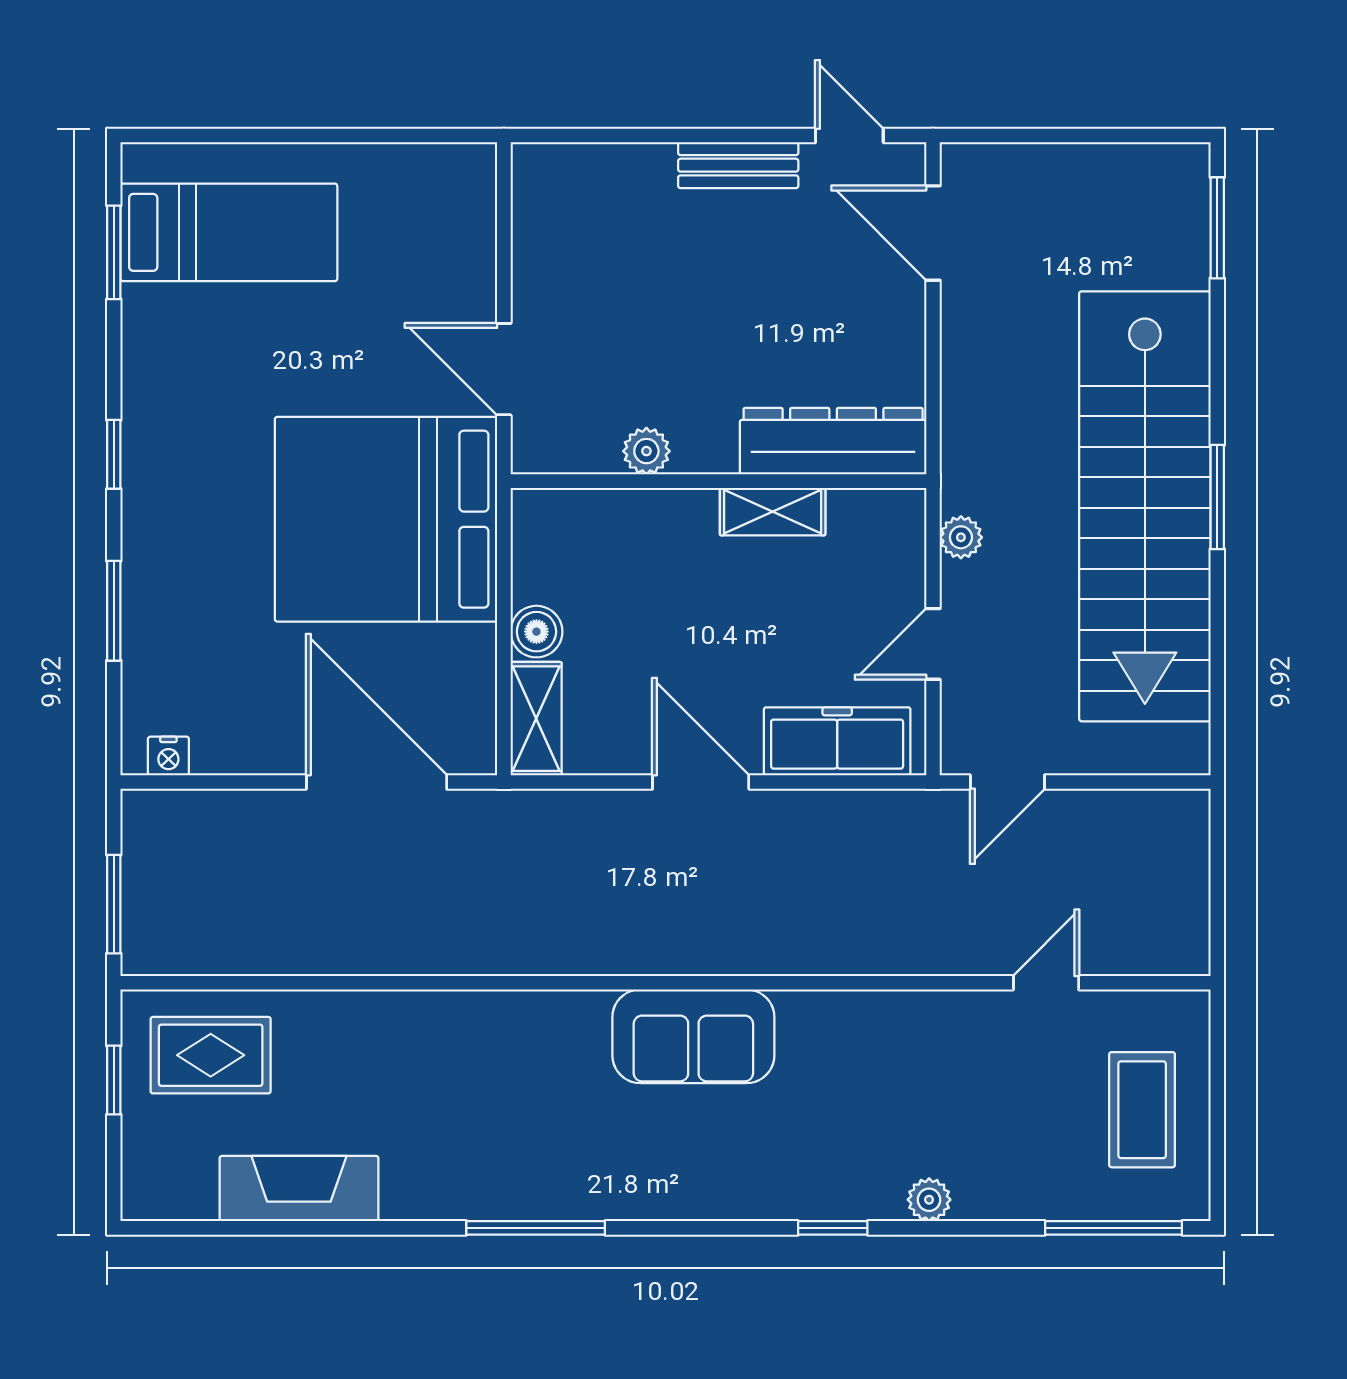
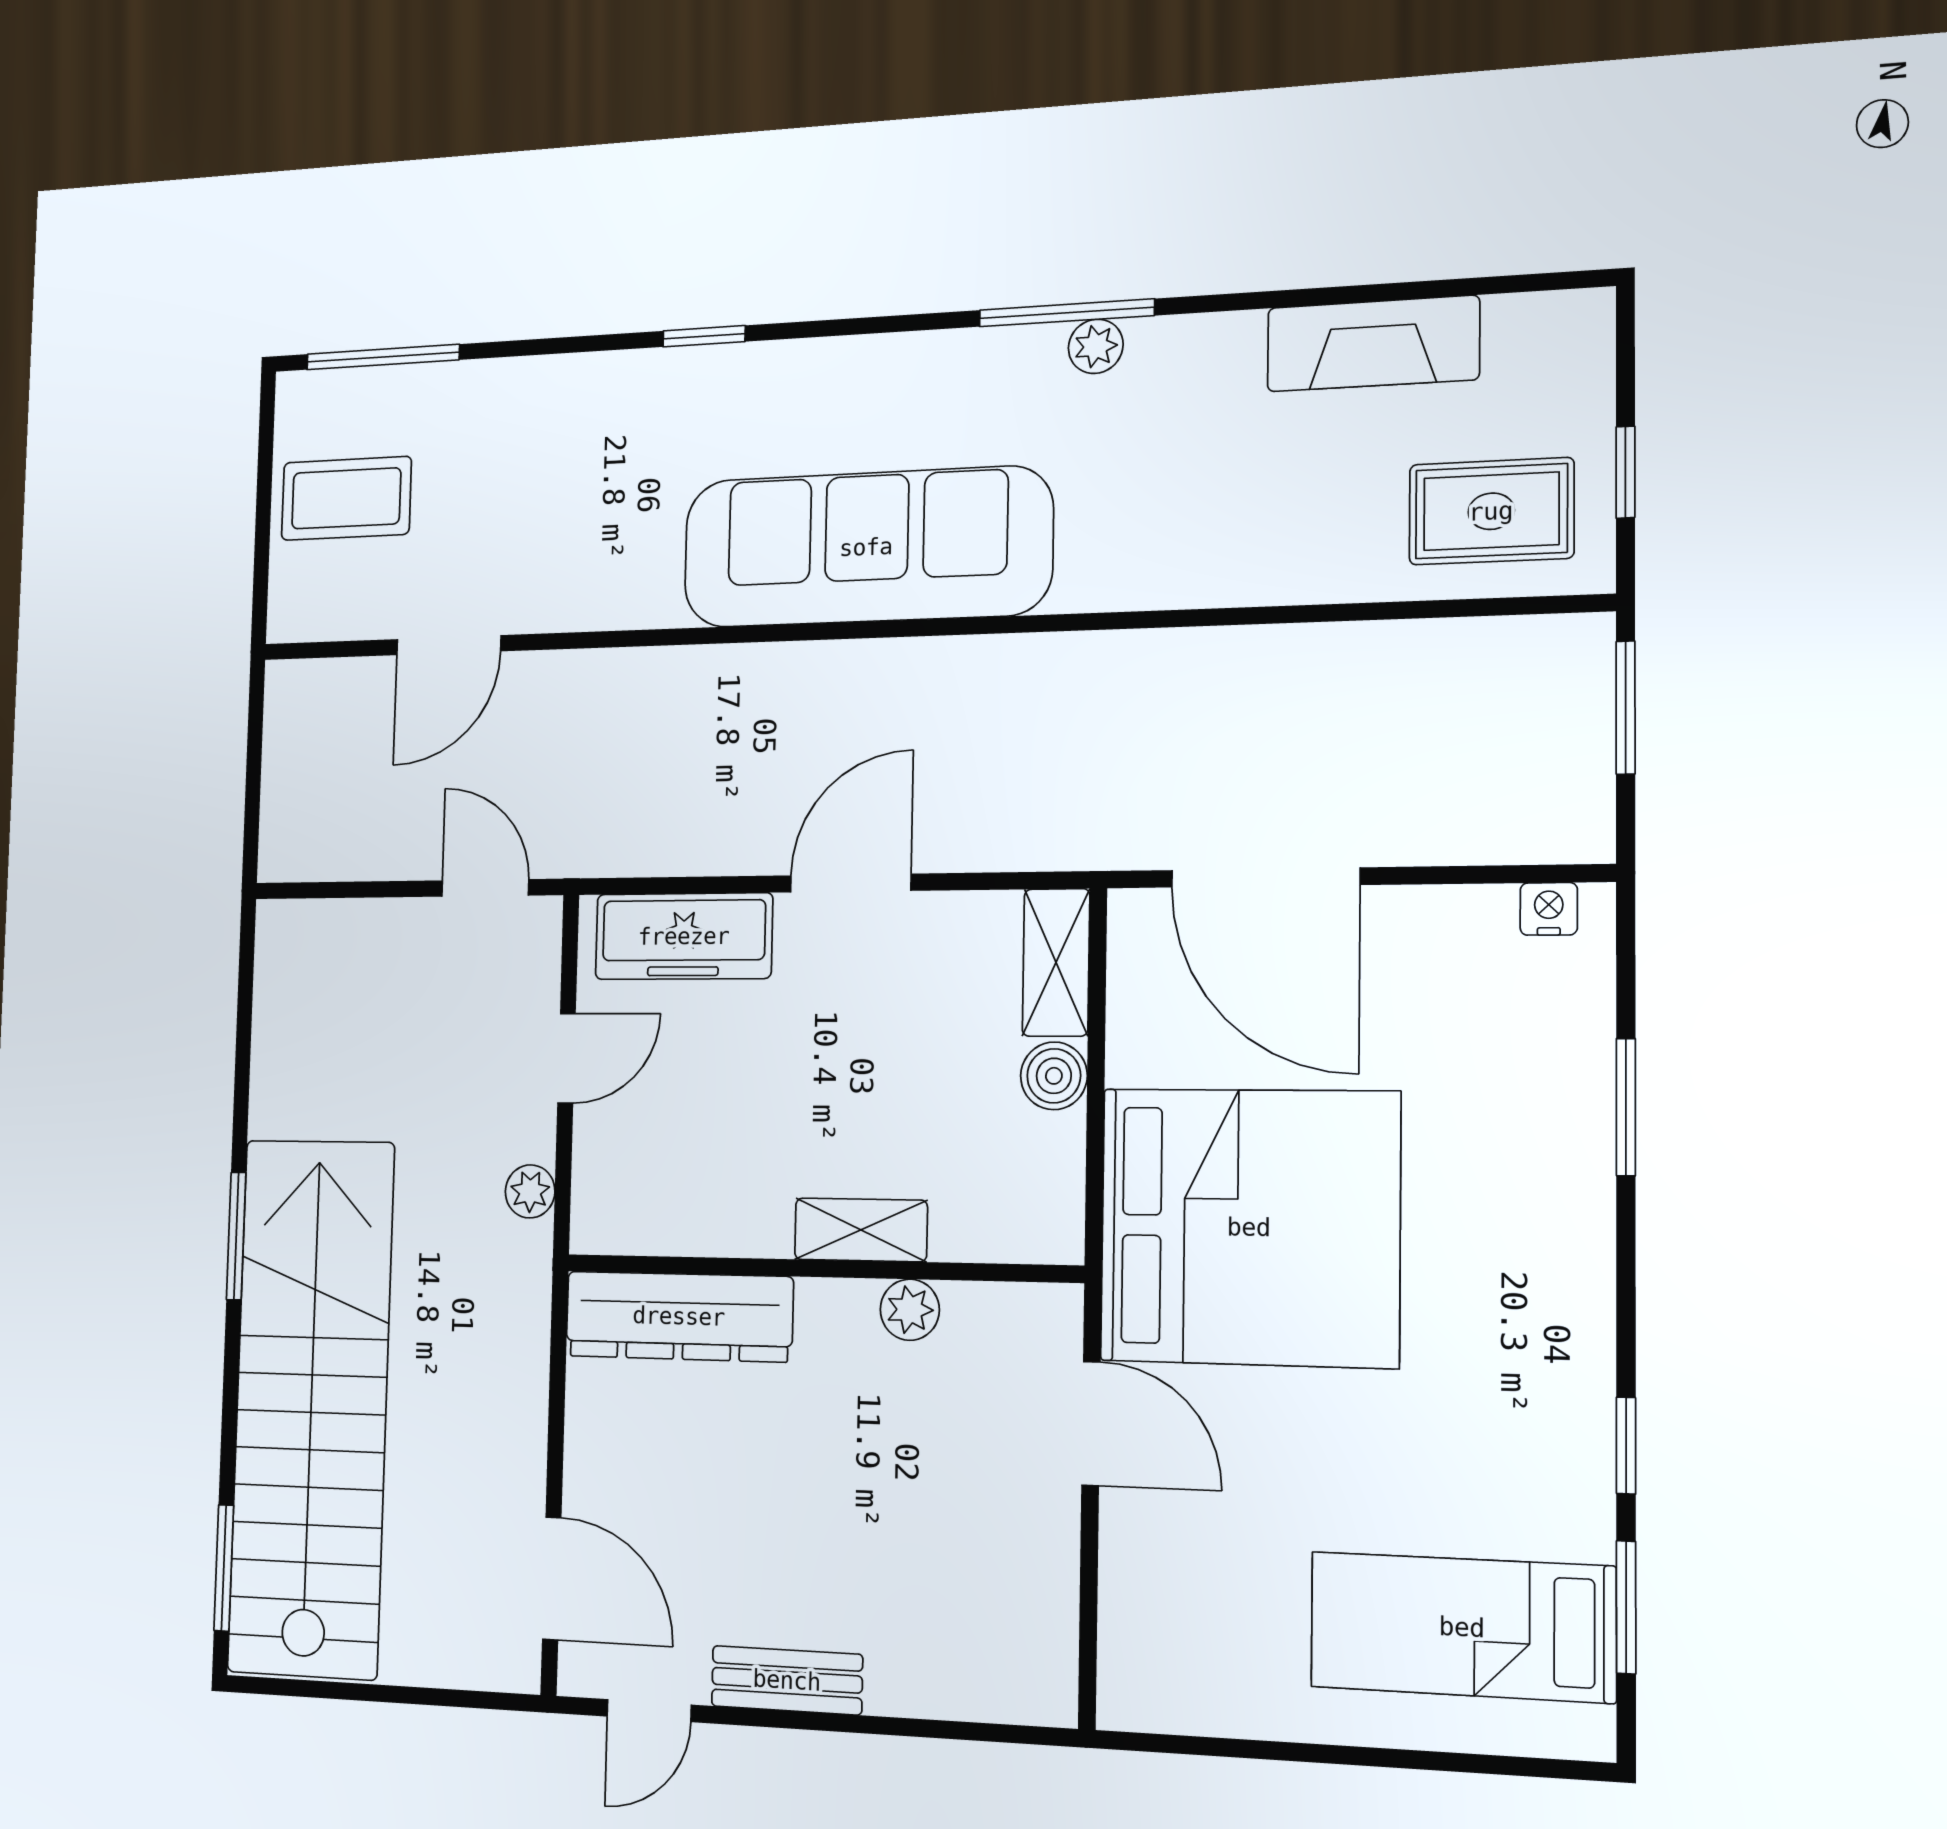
door: (849, 136) -> (649, 1711), hinge flipped
window: (114, 454) -> (1626, 1446), moved
stairs: (1145, 506) -> (311, 1407), moved
shelving: (773, 512) -> (861, 1230), moved
door: (701, 782) -> (851, 883), swing flipped
door: (1007, 782) -> (485, 888), hinge flipped
door: (1046, 983) -> (449, 645), width x1.38
sofa: (693, 1036) -> (866, 547), width x1.85, depth x1.27
coffee table: (1142, 1110) -> (346, 498), turned 90
plant: (929, 1200) -> (1096, 346), moved

